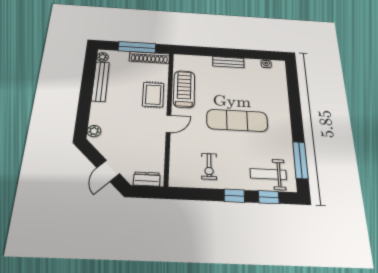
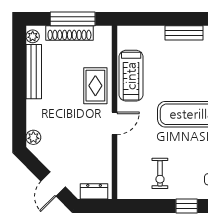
shoe rack: (149, 57) -> (69, 33), moved
treadmill: (184, 89) -> (131, 76), turned 180

